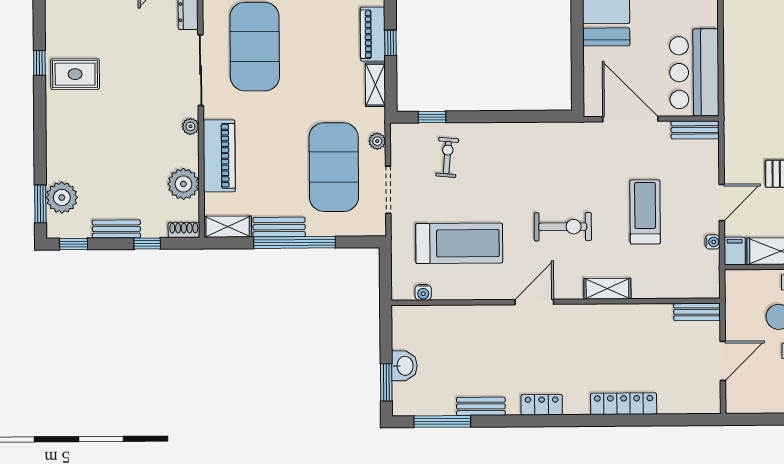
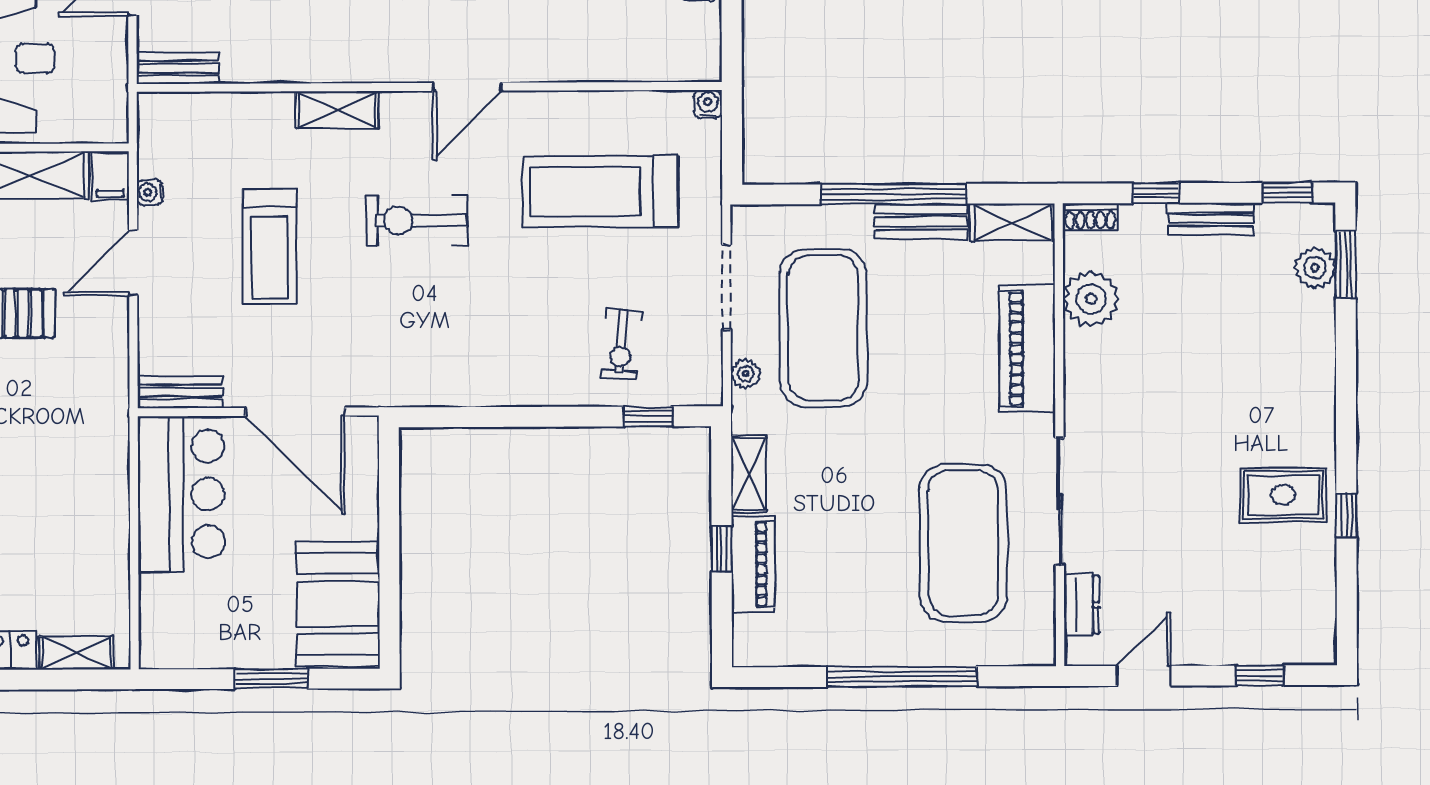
plant: (190, 126) -> (1078, 401), removed
plant: (62, 198) -> (1315, 268), width x0.73, depth x0.73
water cooler: (423, 292) -> (708, 104), moved

